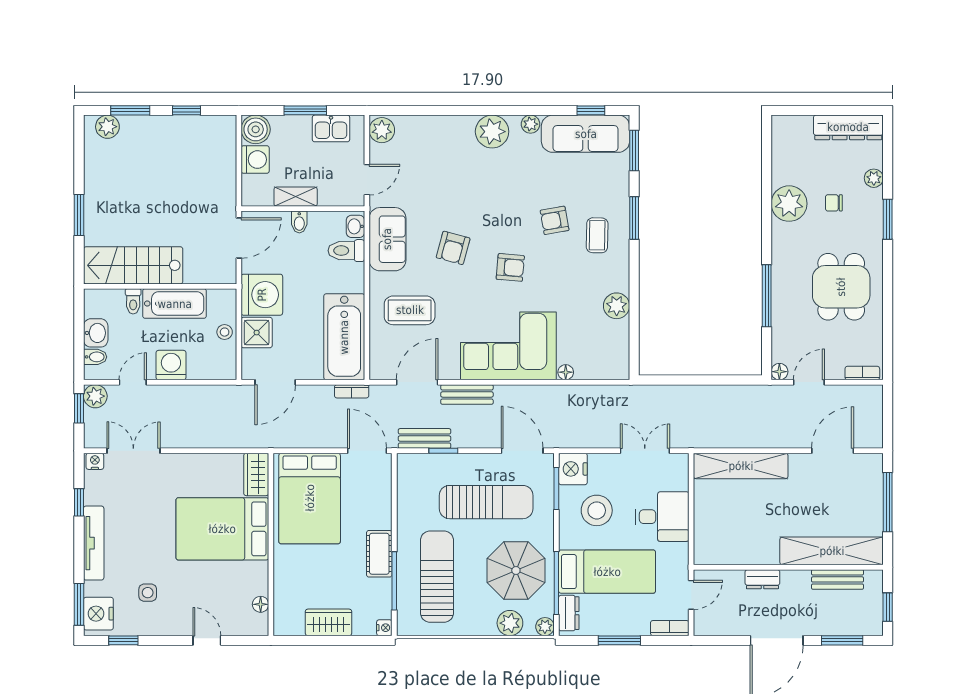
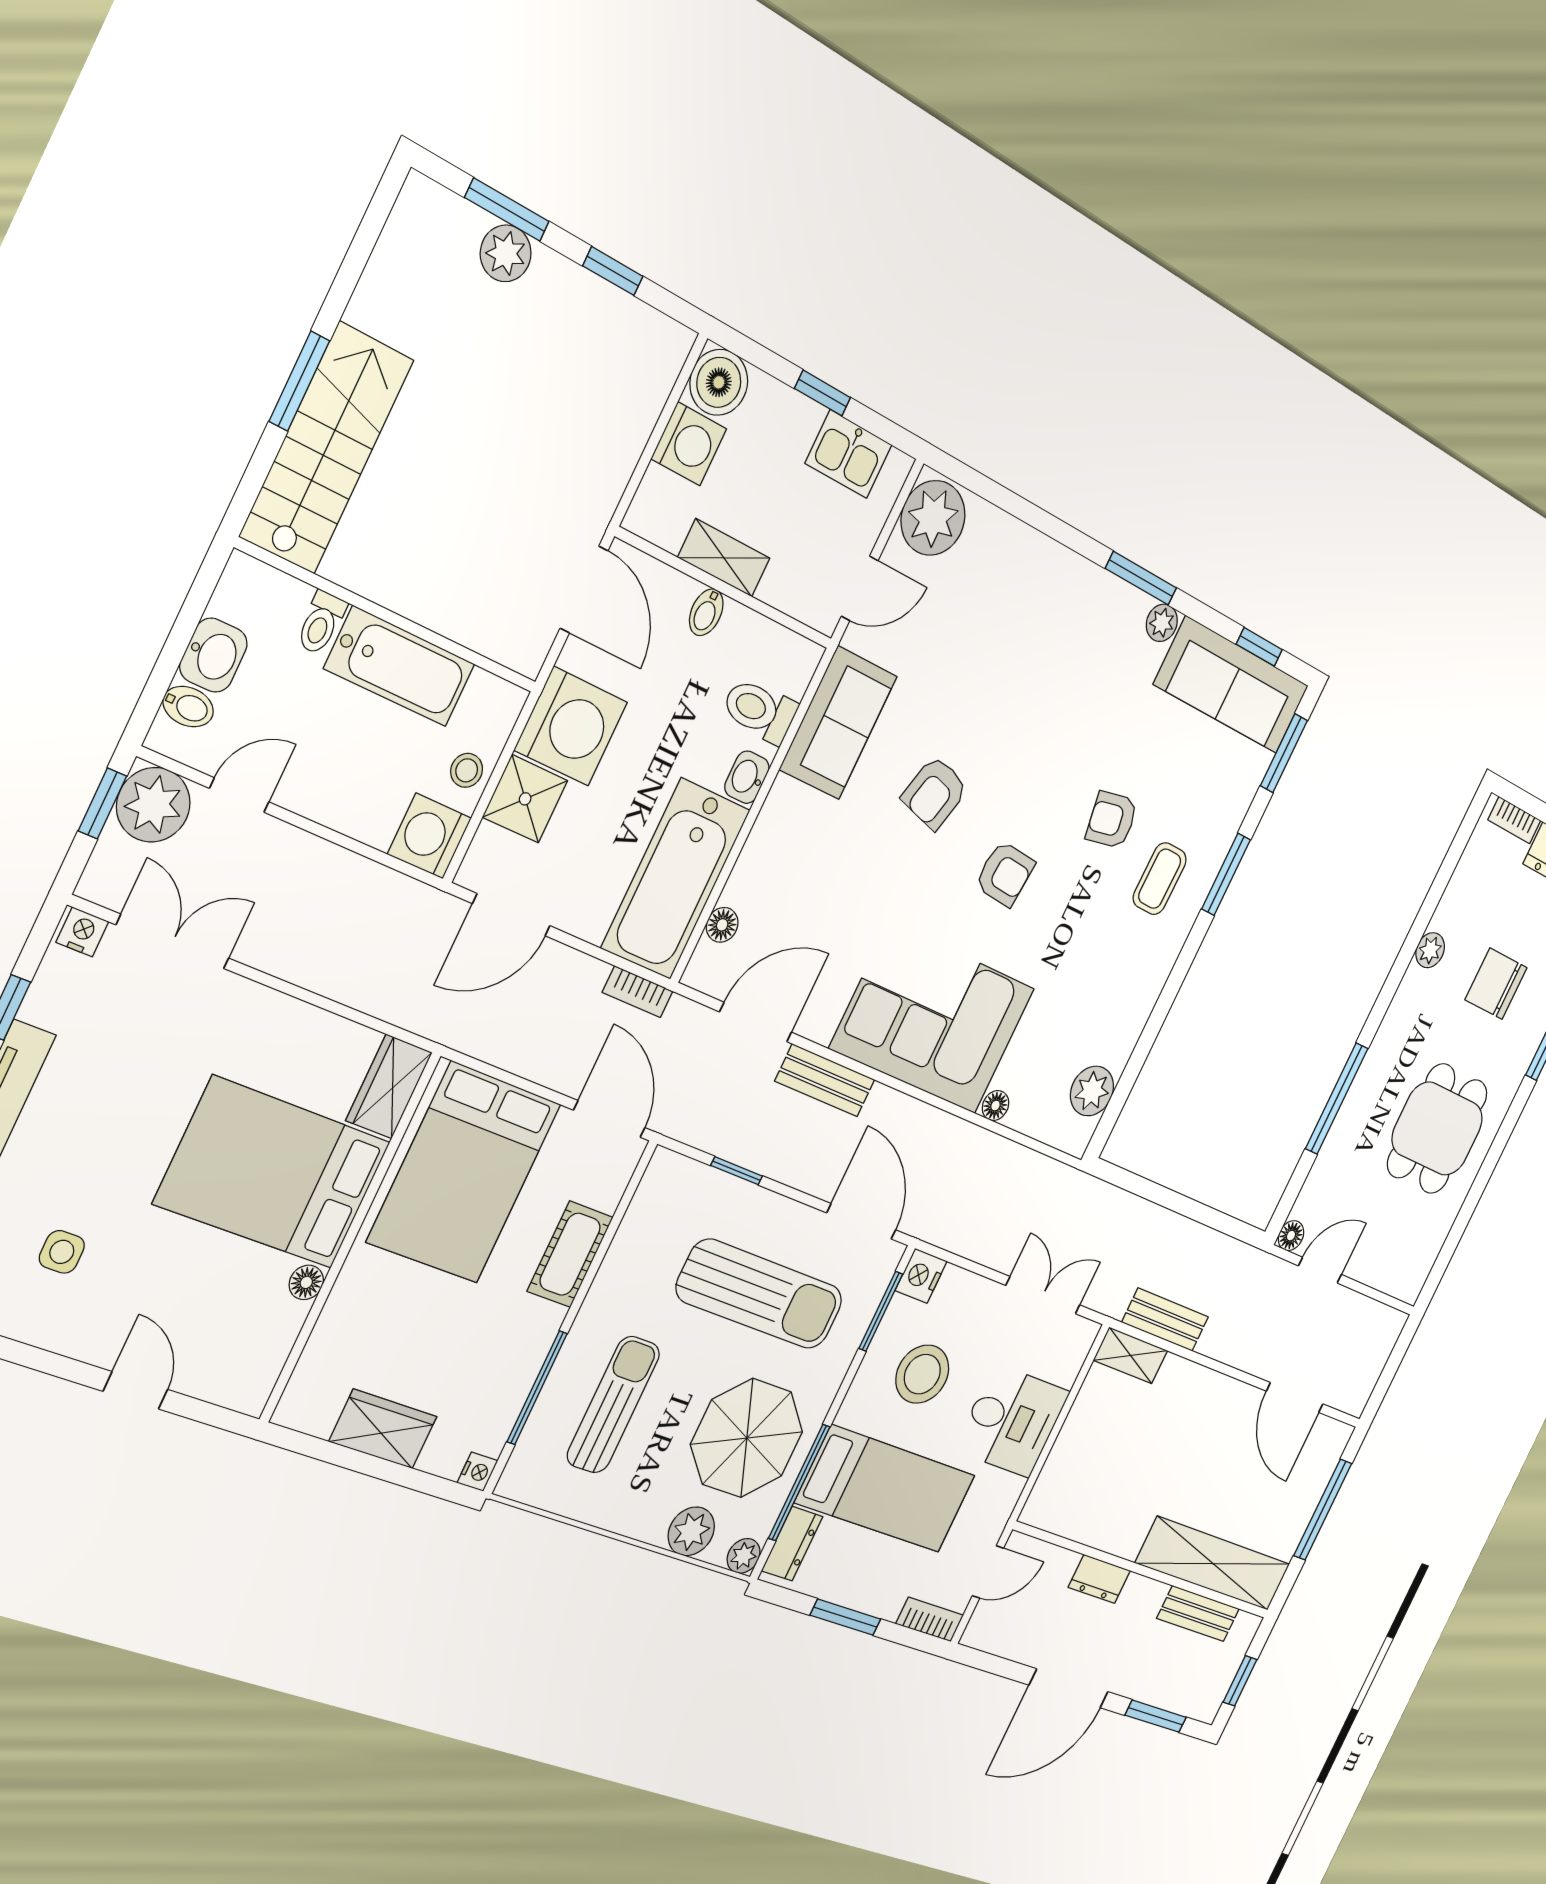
window: (305, 110) -> (823, 393), width x0.67
window: (508, 110) -> (1141, 578), added
plant: (107, 127) -> (506, 253), moved
plant: (382, 130) -> (933, 518), width x1.36, depth x1.36
plant: (492, 132) -> (1099, 604), removed
chair: (834, 203) -> (1496, 984), width x1.87, depth x1.87
plant: (789, 204) -> (1430, 950), width x0.53, depth x0.53
washbasin: (355, 226) -> (747, 777), moved
door: (239, 238) -> (584, 590), hinge flipped
stairs: (133, 265) -> (327, 448), moved, turned 90
plant: (617, 306) -> (1092, 1091), moved
coffee table: (410, 310) -> (809, 878), removed
floor lamp: (377, 347) -> (722, 925), added
washing machine: (171, 365) -> (429, 836), moved, turned -90
bookcase: (862, 373) -> (1514, 820), moved, turned 180
plant: (95, 396) -> (153, 805), width x1.36, depth x1.36
bench: (424, 438) -> (1165, 1320), moved
door: (833, 451) -> (1295, 1398), swing flipped
shelving: (741, 466) -> (1131, 1355), width x0.45, depth x0.75
nightstand: (573, 469) -> (921, 1276), width x0.74, depth x0.75
cot: (379, 554) -> (570, 1254), moved
sun lounger: (437, 577) -> (613, 1405), width x0.73, depth x0.75
floor lamp: (261, 604) -> (306, 1282), moved

